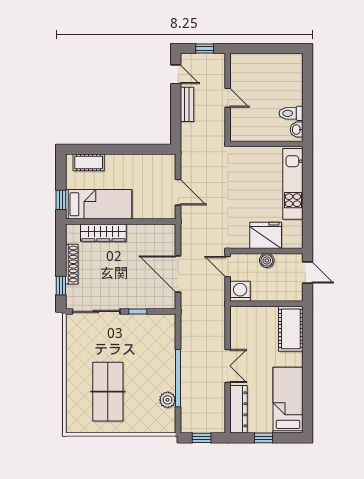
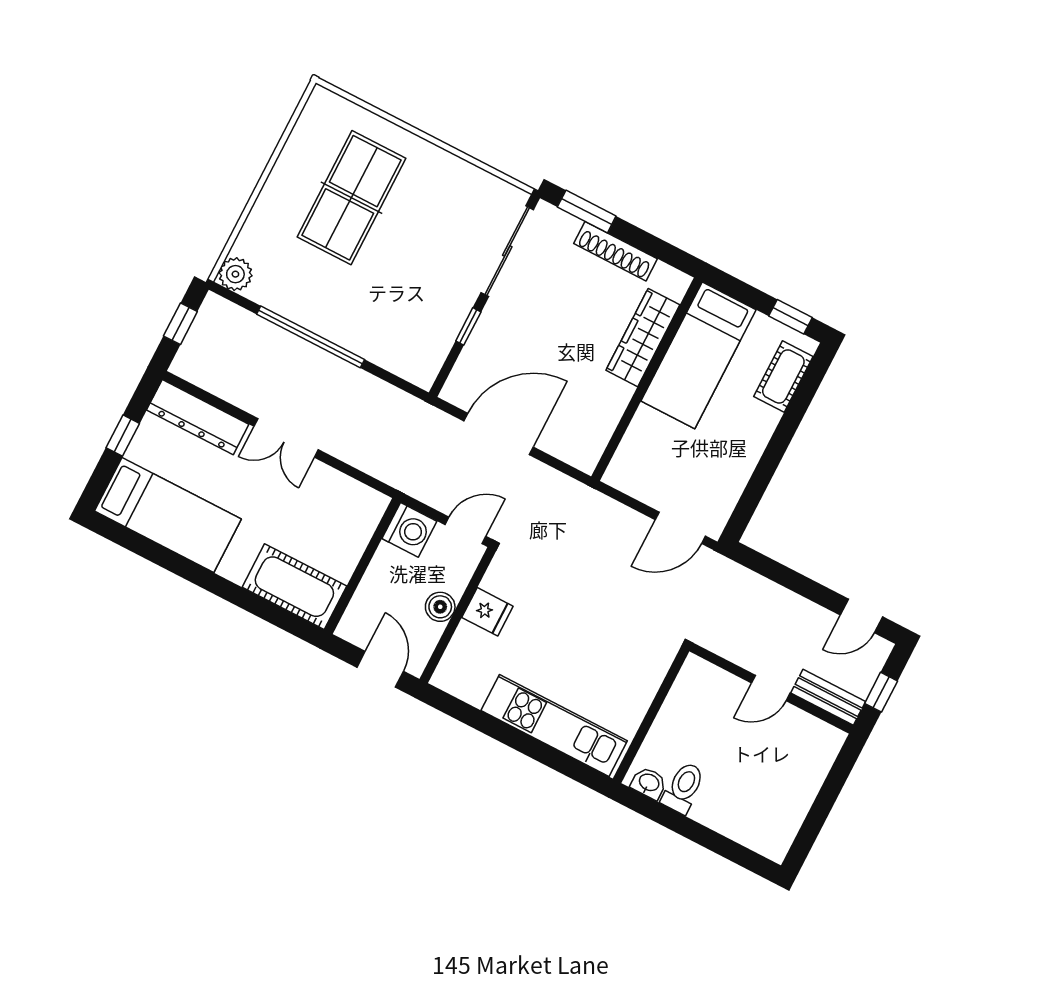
bench: (187, 104) -> (828, 697), moved
door: (178, 192) -> (680, 528), moved
window: (61, 200) -> (791, 317), moved
fridge: (266, 235) -> (487, 612), width x0.53, depth x0.75
door: (308, 273) -> (380, 669), swing flipped
window: (61, 286) -> (587, 212), width x1.50
table tennis table: (108, 392) -> (351, 198), turned 90
plant: (168, 400) -> (235, 274), moved

